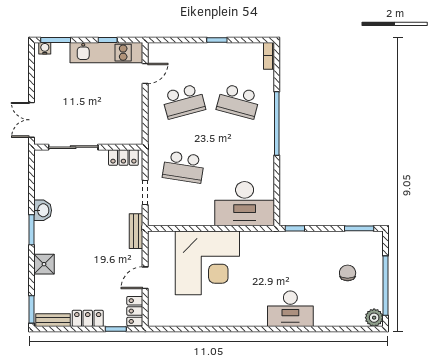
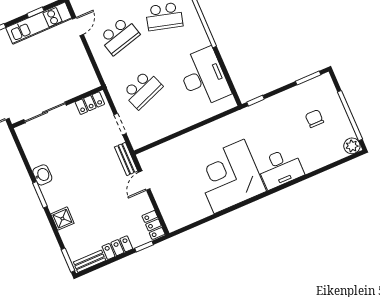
school desk: (184, 167) -> (142, 90), turned -30
desk: (245, 204) -> (204, 77), moved, turned -90
corner desk: (207, 263) -> (229, 176), moved, turned 180
door: (145, 278) -> (144, 181), moved

